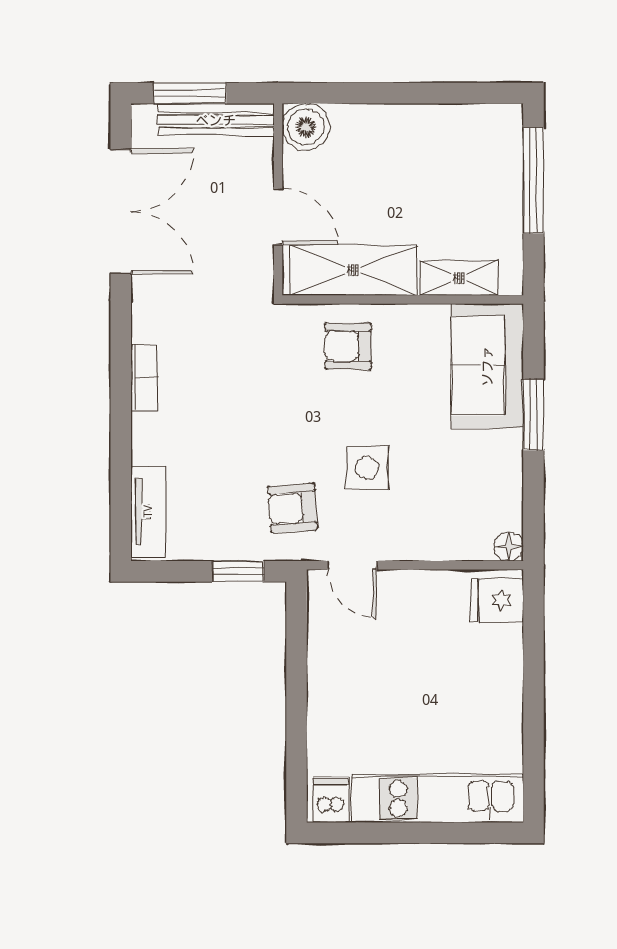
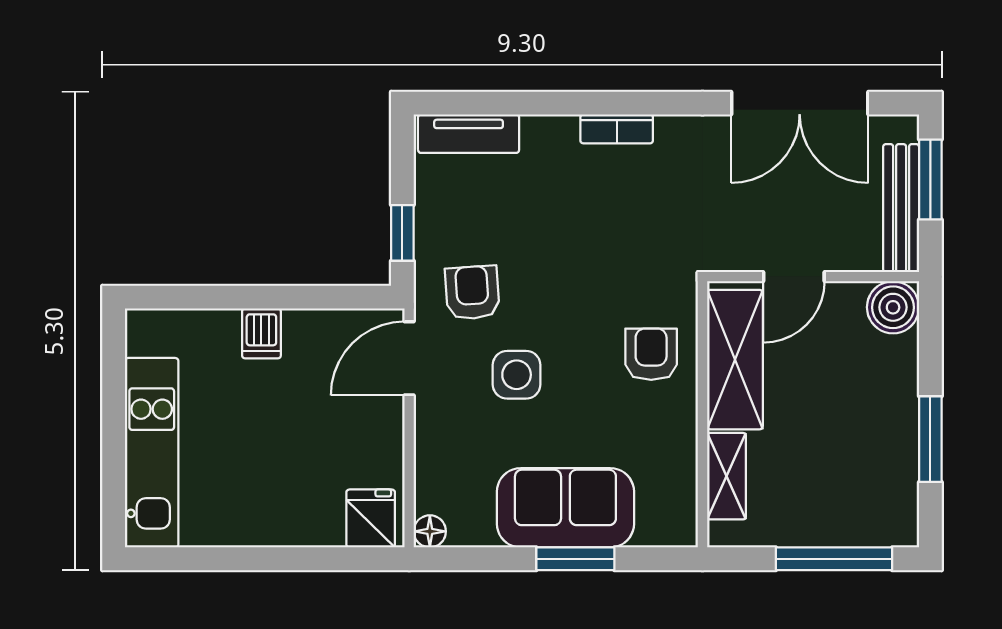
window: (425, 93) -> (930, 439), added
sofa: (487, 366) -> (565, 508), moved
door: (352, 565) -> (409, 358), width x1.38
dishwasher: (331, 800) -> (261, 333), moved, turned 90

